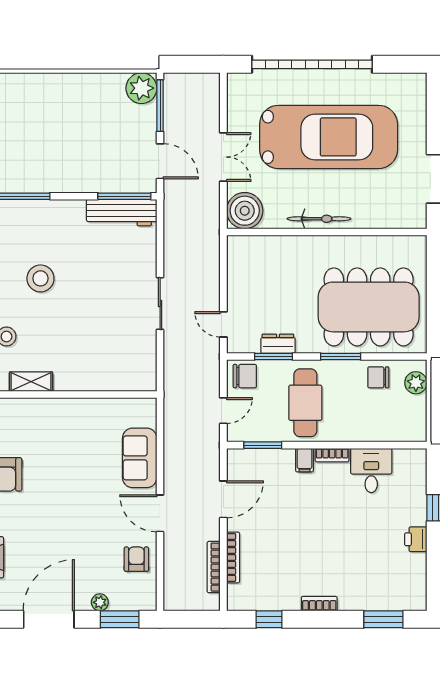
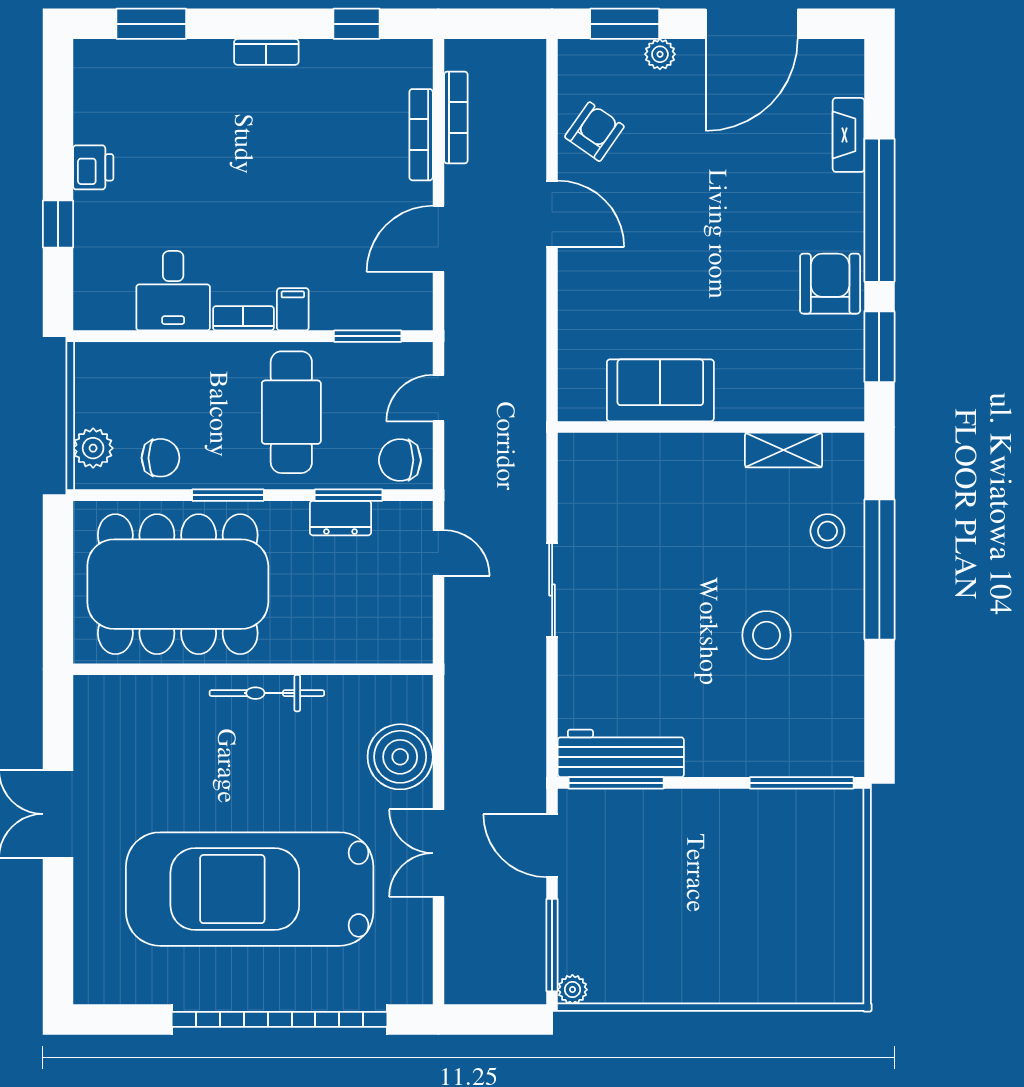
plant: (141, 88) -> (572, 990), width x0.53, depth x0.53
bicycle: (319, 219) -> (267, 693), moved
wall: (327, 232) -> (253, 669), moved
sofa: (140, 458) -> (660, 390), moved, turned -90
armchair: (136, 559) -> (594, 132), turned -145

